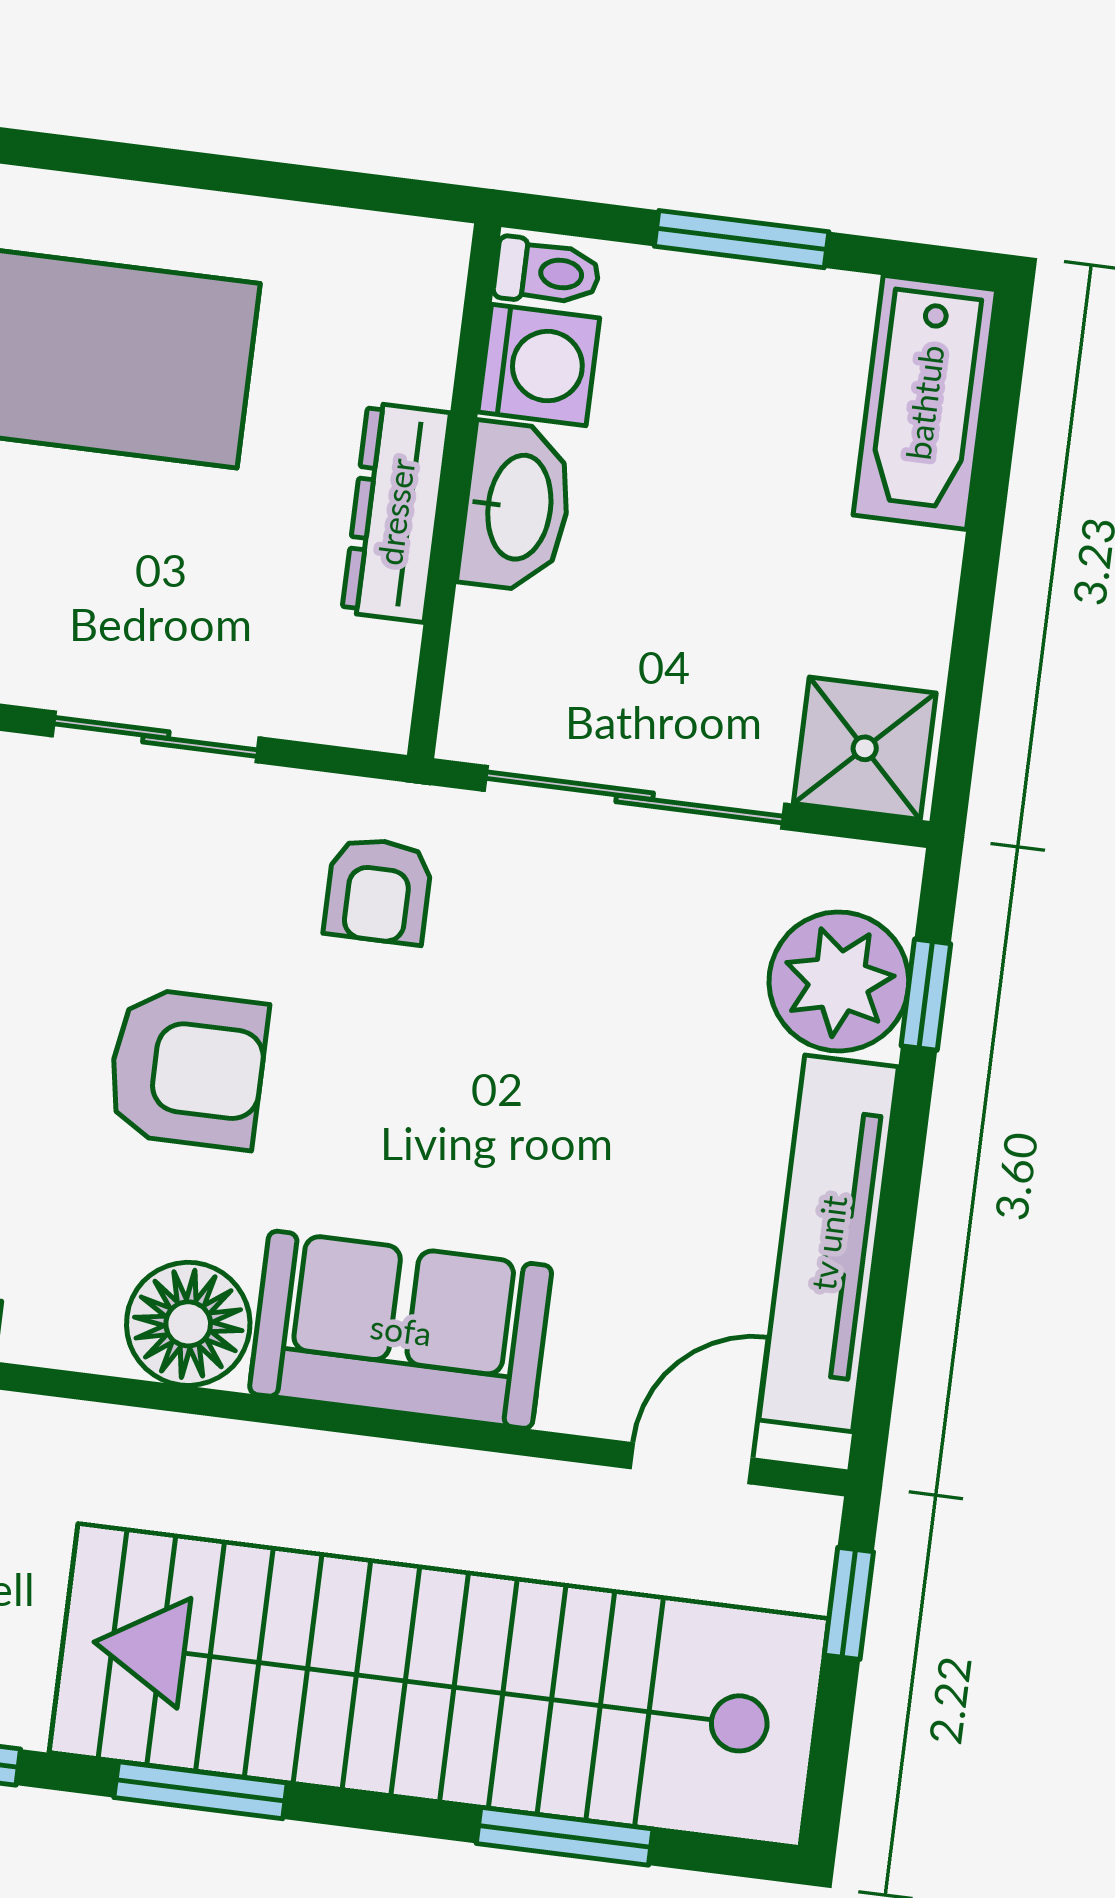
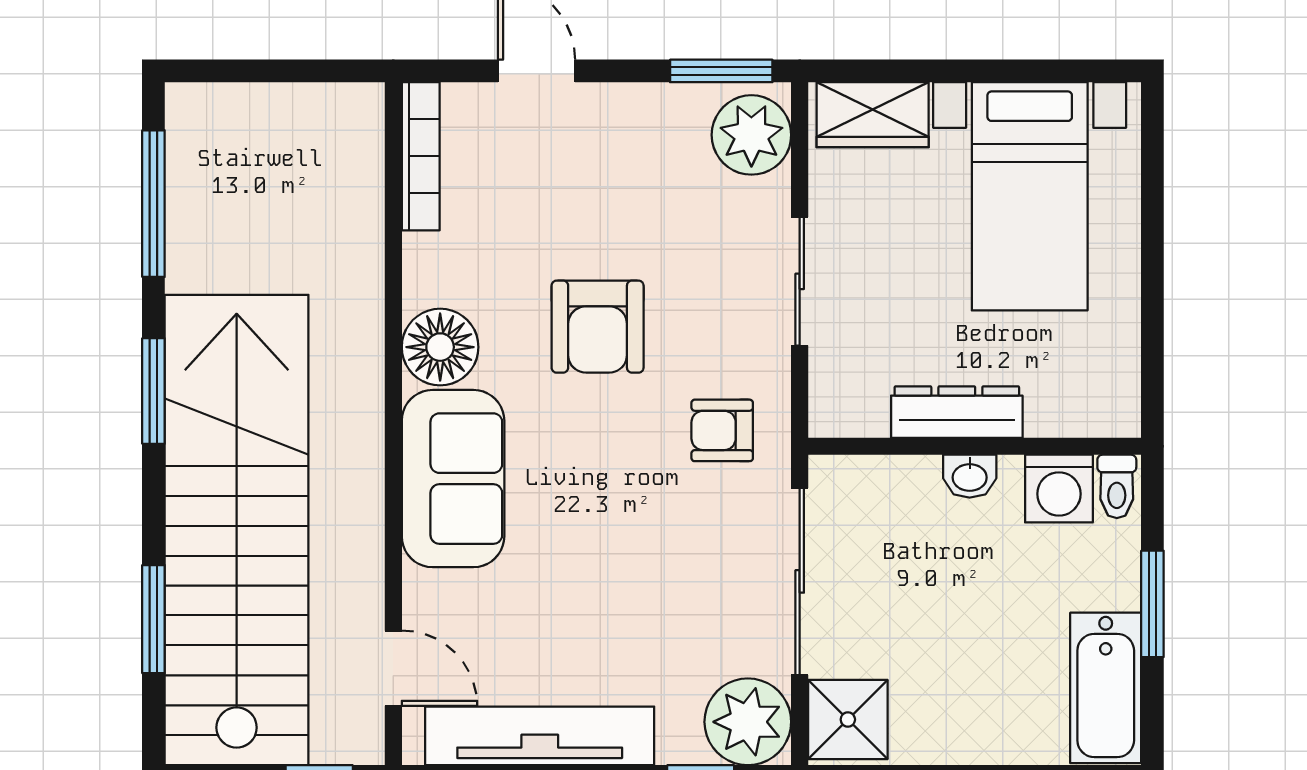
bathtub: (925, 402) -> (1106, 688), moved, turned -90
washbasin: (516, 507) -> (970, 476), width x0.52, depth x0.69
plant: (839, 981) -> (748, 722), moved

